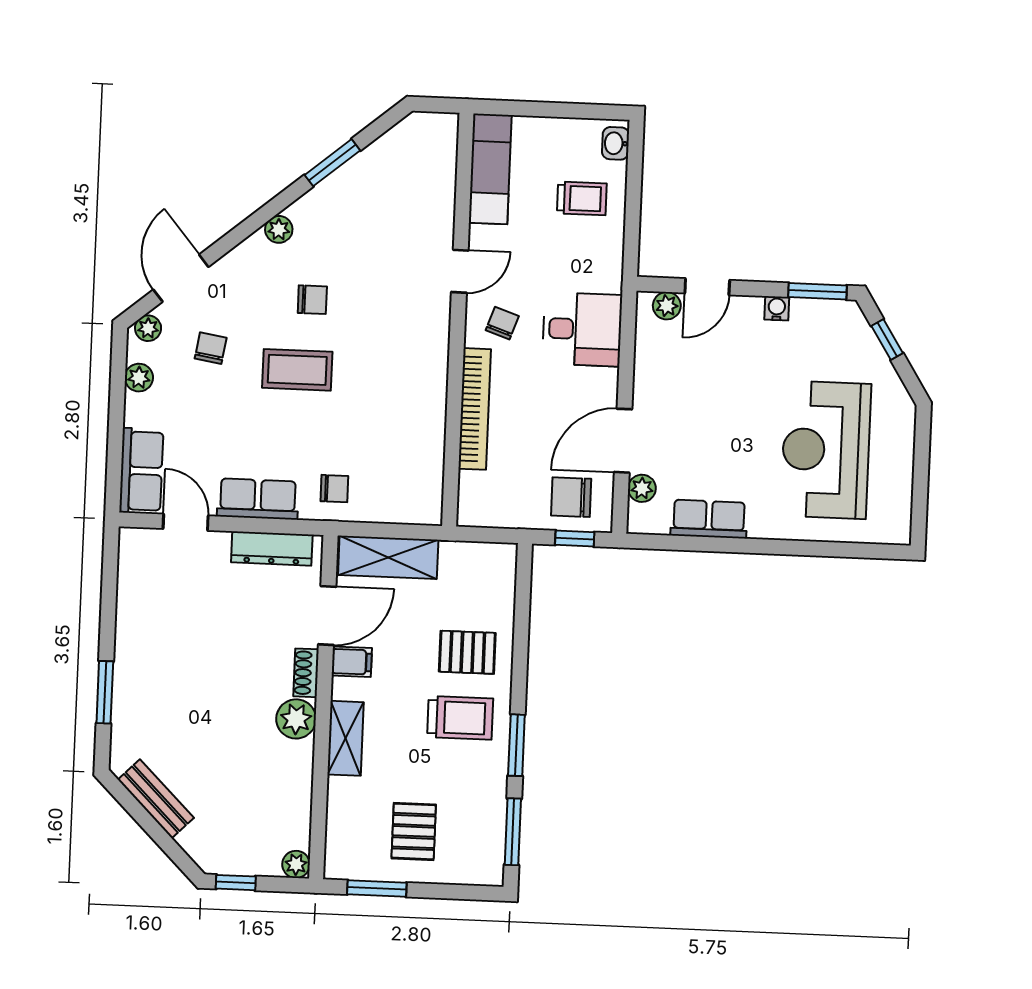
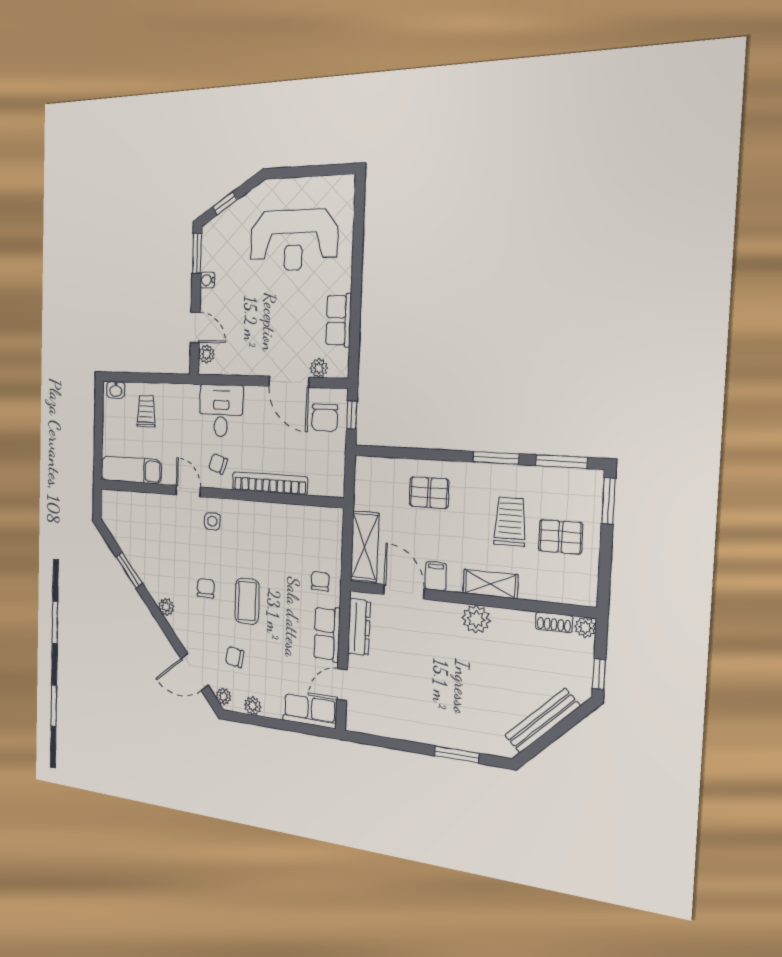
side table: (415, 312) -> (212, 521), added
pallet: (467, 652) -> (429, 493), turned 90
shoe rack: (306, 673) -> (554, 622), moved
trolley: (460, 718) -> (510, 522), moved
bench: (156, 799) -> (542, 721), width x1.36
window: (377, 888) -> (609, 501), moved

